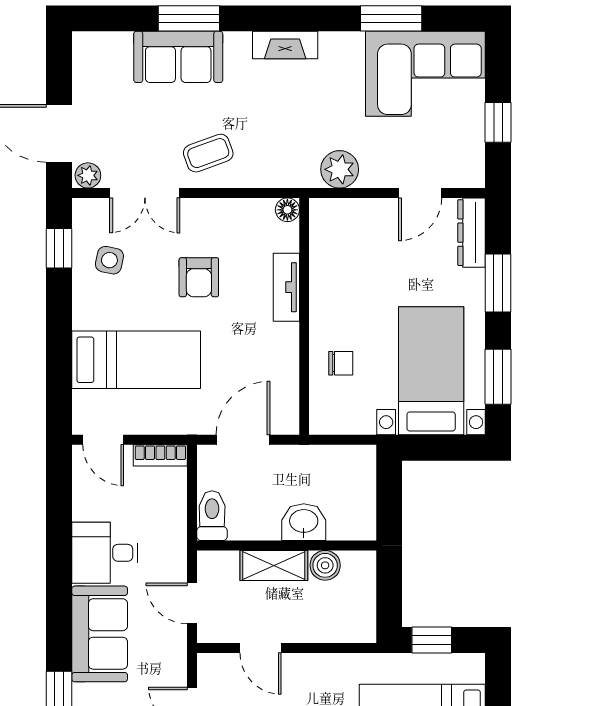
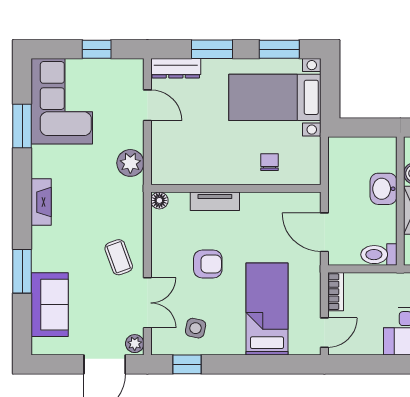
sofa: (178, 57) -> (50, 305), moved

